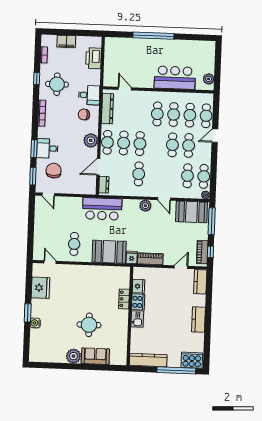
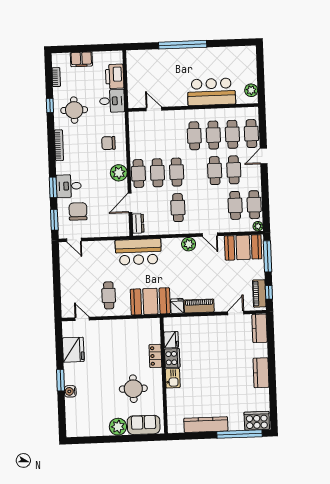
desk: (89, 95) -> (112, 101), moved
dresser: (107, 109) -> (135, 134), removed
fridge: (138, 286) -> (171, 340), moved
locker: (124, 299) -> (155, 356), moved
cooker: (138, 302) -> (172, 358), moved
wall: (130, 316) -> (164, 375), moved
kitchen sink: (137, 319) -> (173, 378), moved

